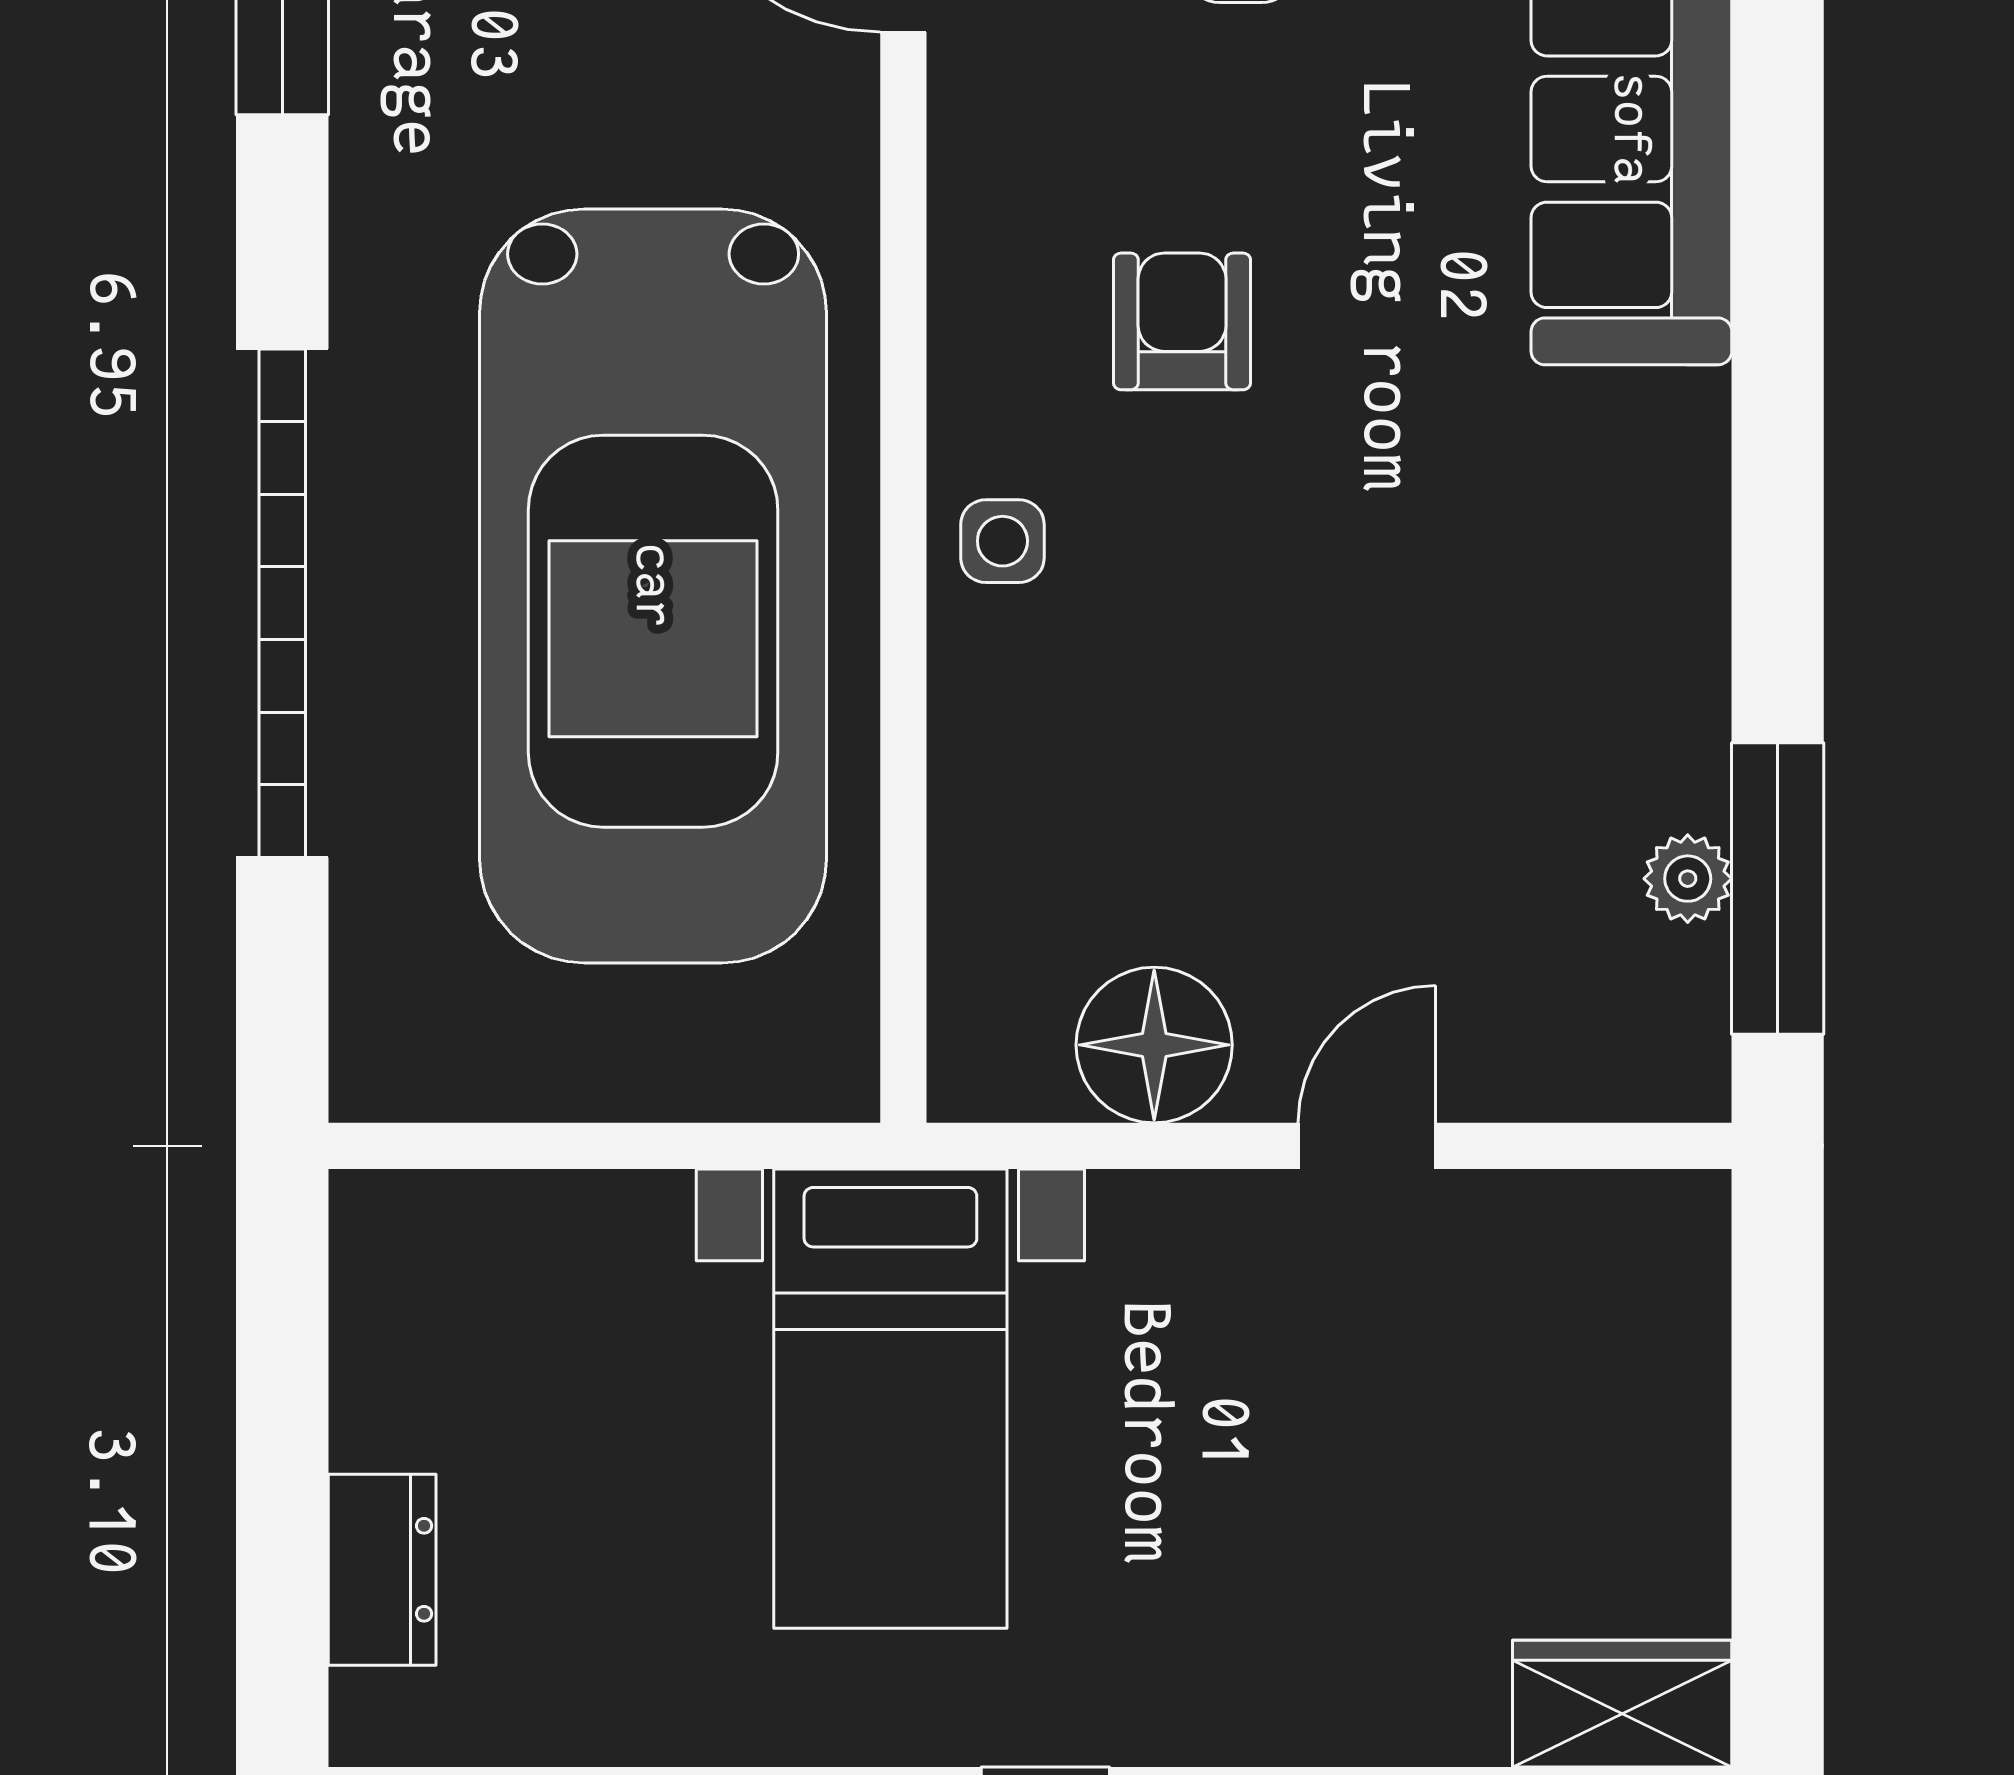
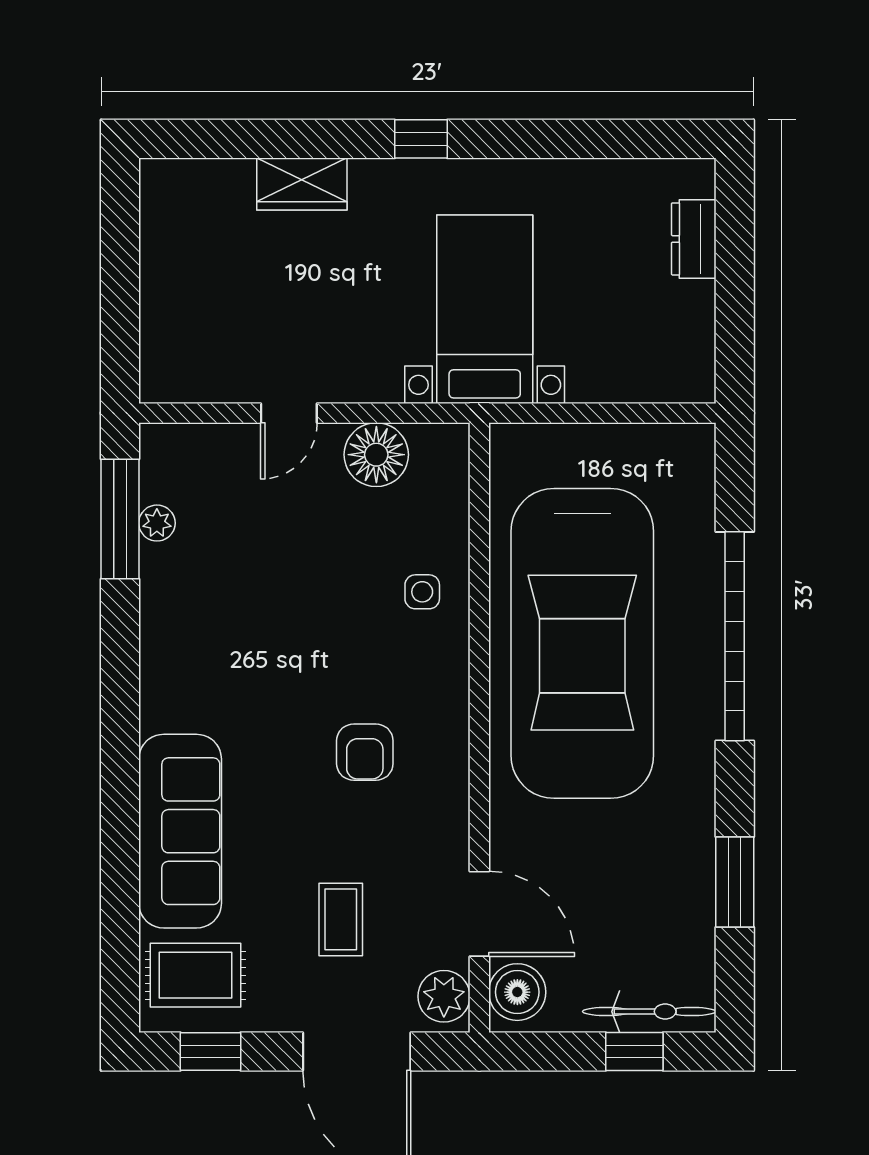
side table: (1002, 541) -> (422, 592), moved
car: (653, 586) -> (582, 643), turned 180
wardrobe: (1622, 1704) -> (302, 184), moved

